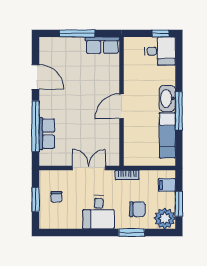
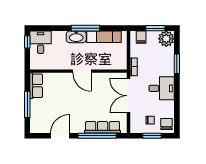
row of seats: (47, 134) -> (103, 127), width x1.48
double door: (89, 168) -> (128, 96), width x1.37
chair: (137, 209) -> (167, 124), moved

